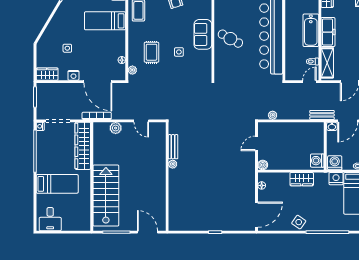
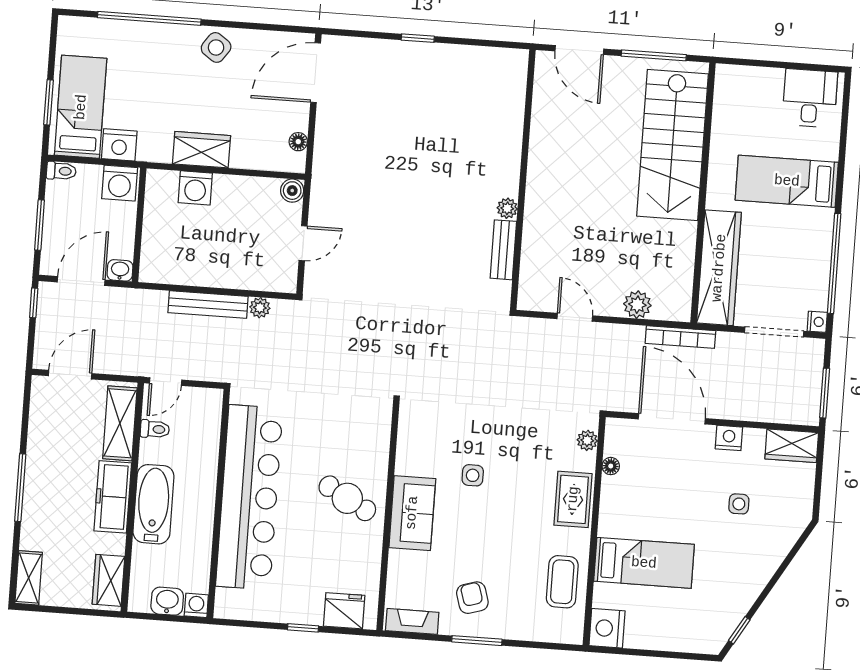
rug: (151, 52) -> (573, 499), moved
bench: (322, 115) -> (208, 305), moved, width x1.36
washing machine: (317, 161) -> (195, 188), moved, turned 90

